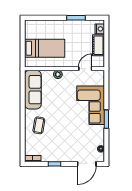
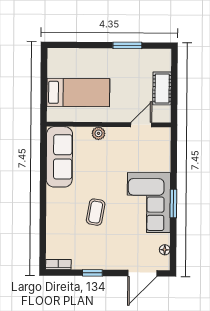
nightstand: (100, 29) -> (164, 63), removed
corner sofa: (91, 105) -> (149, 203), moved
coffee table: (39, 125) -> (96, 212), moved

